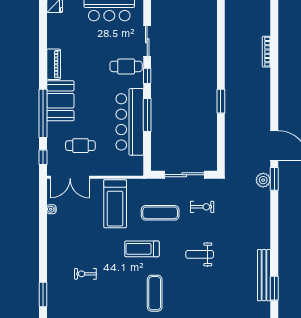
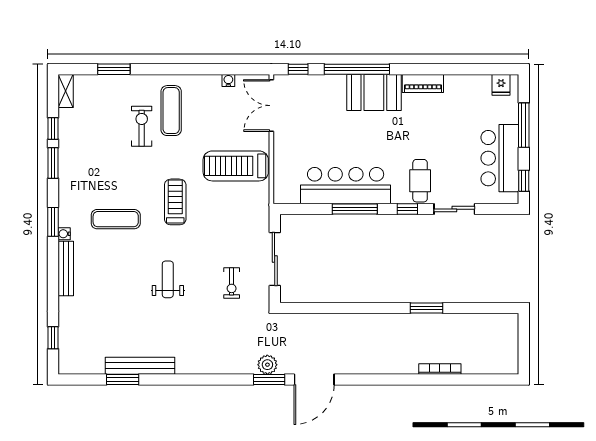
window: (221, 101) -> (426, 308), moved
cafe table: (80, 146) -> (314, 120), removed
exercise mat: (160, 213) -> (171, 111), moved
exercise bike: (85, 274) -> (142, 126), width x1.38, depth x1.39

